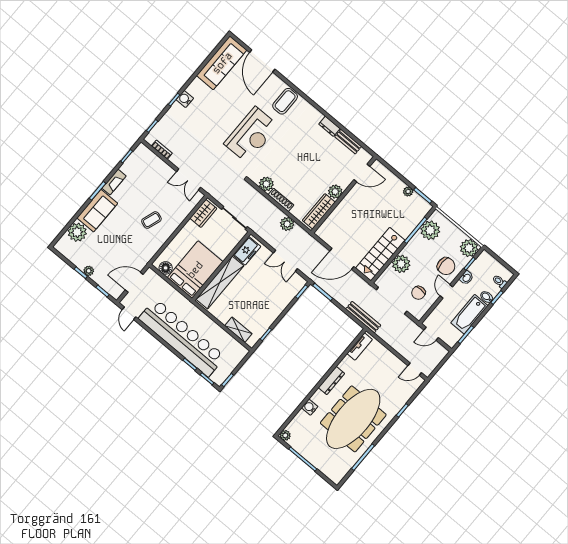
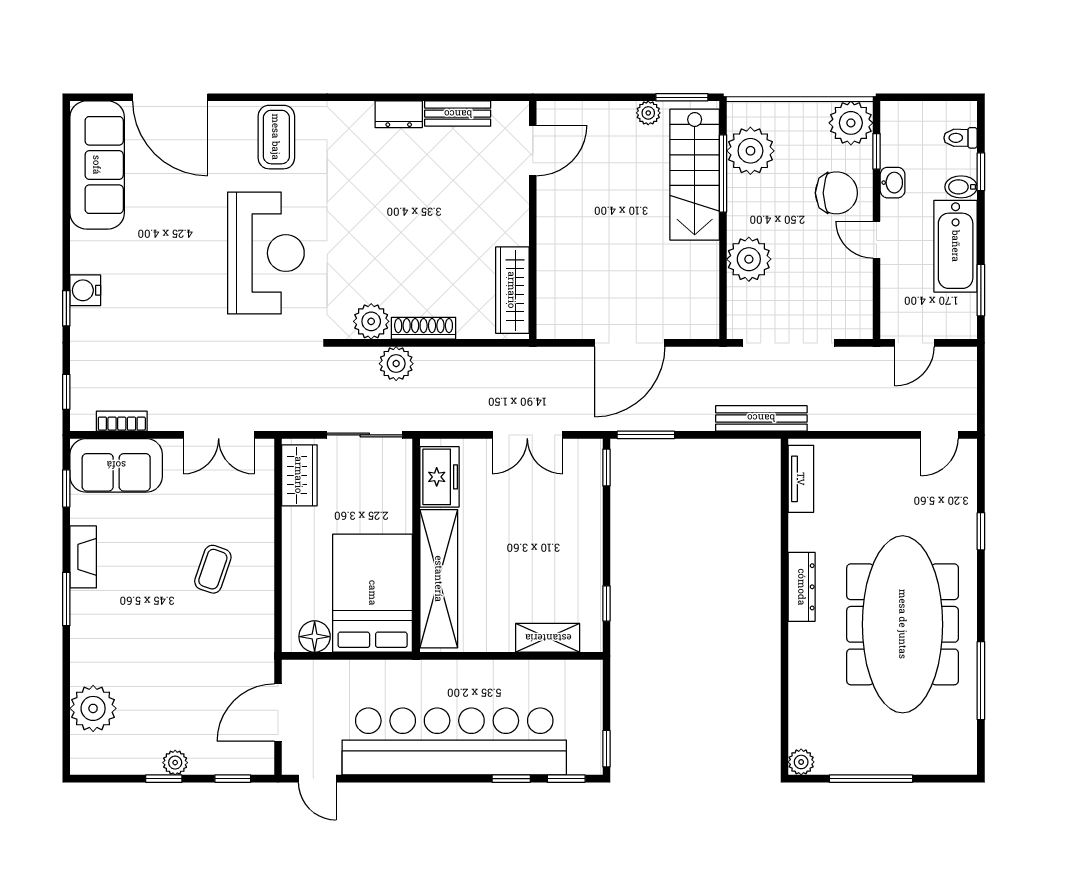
plant: (335, 192) -> (512, 227), removed
sofa: (97, 211) -> (116, 465), moved, turned 90
plant: (287, 224) -> (396, 364), moved
stairs: (380, 254) -> (695, 175), moved
chair: (418, 293) -> (826, 286), removed
water cooler: (310, 407) -> (803, 671), removed

